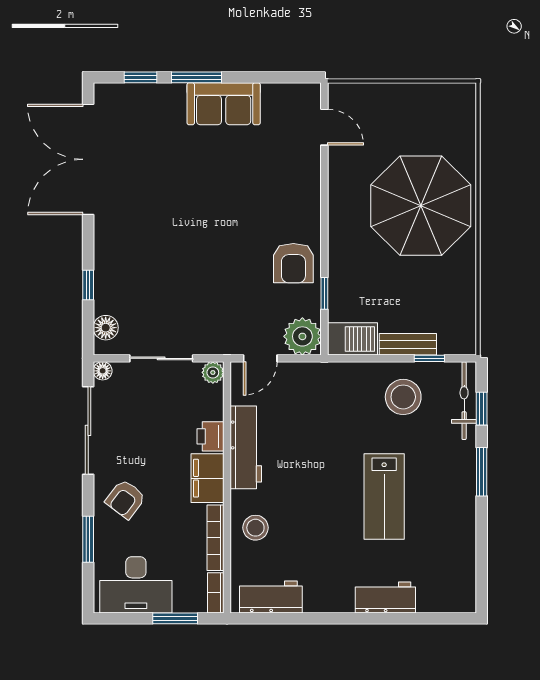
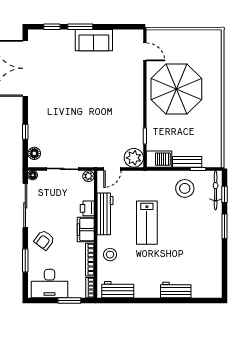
parasol: (421, 206) -> (176, 89), moved
armchair: (293, 263) -> (129, 121), removed
lab bench: (384, 496) -> (147, 223), moved

